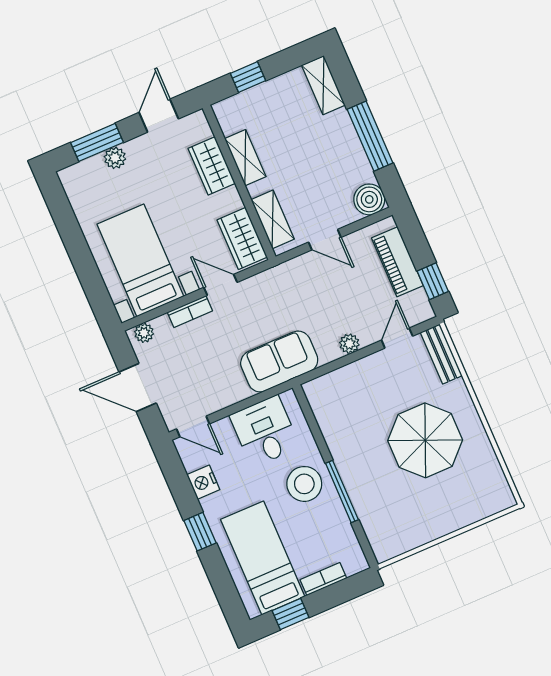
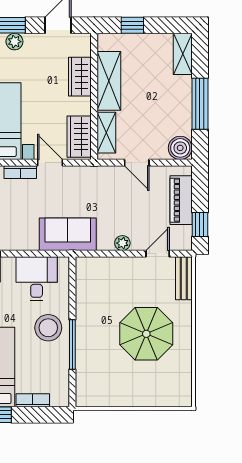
shelving: (245, 158) -> (109, 81), width x1.50, depth x1.33

